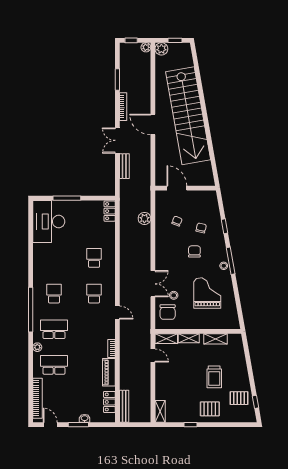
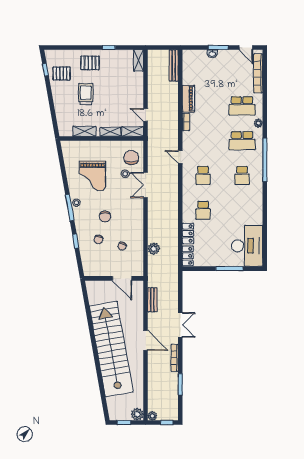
bench: (124, 166) -> (152, 300), moved
locker: (109, 402) -> (188, 233), moved

